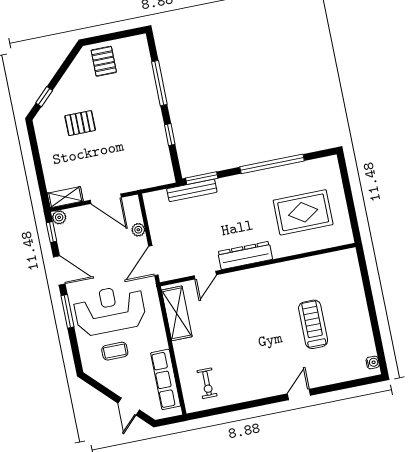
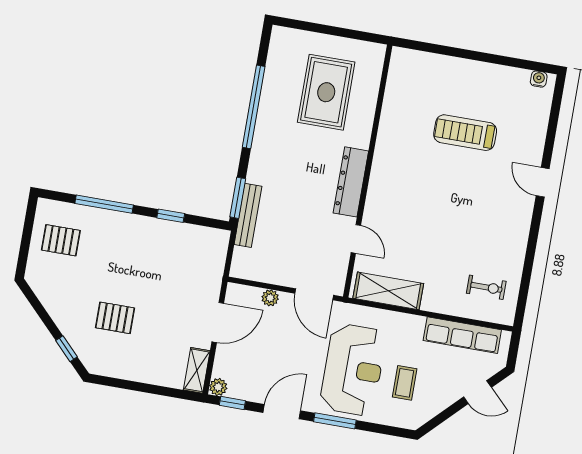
pallet: (104, 61) -> (61, 240), moved
pallet: (80, 123) -> (115, 318), turned 90
reception desk: (110, 310) -> (353, 370), turned 180

